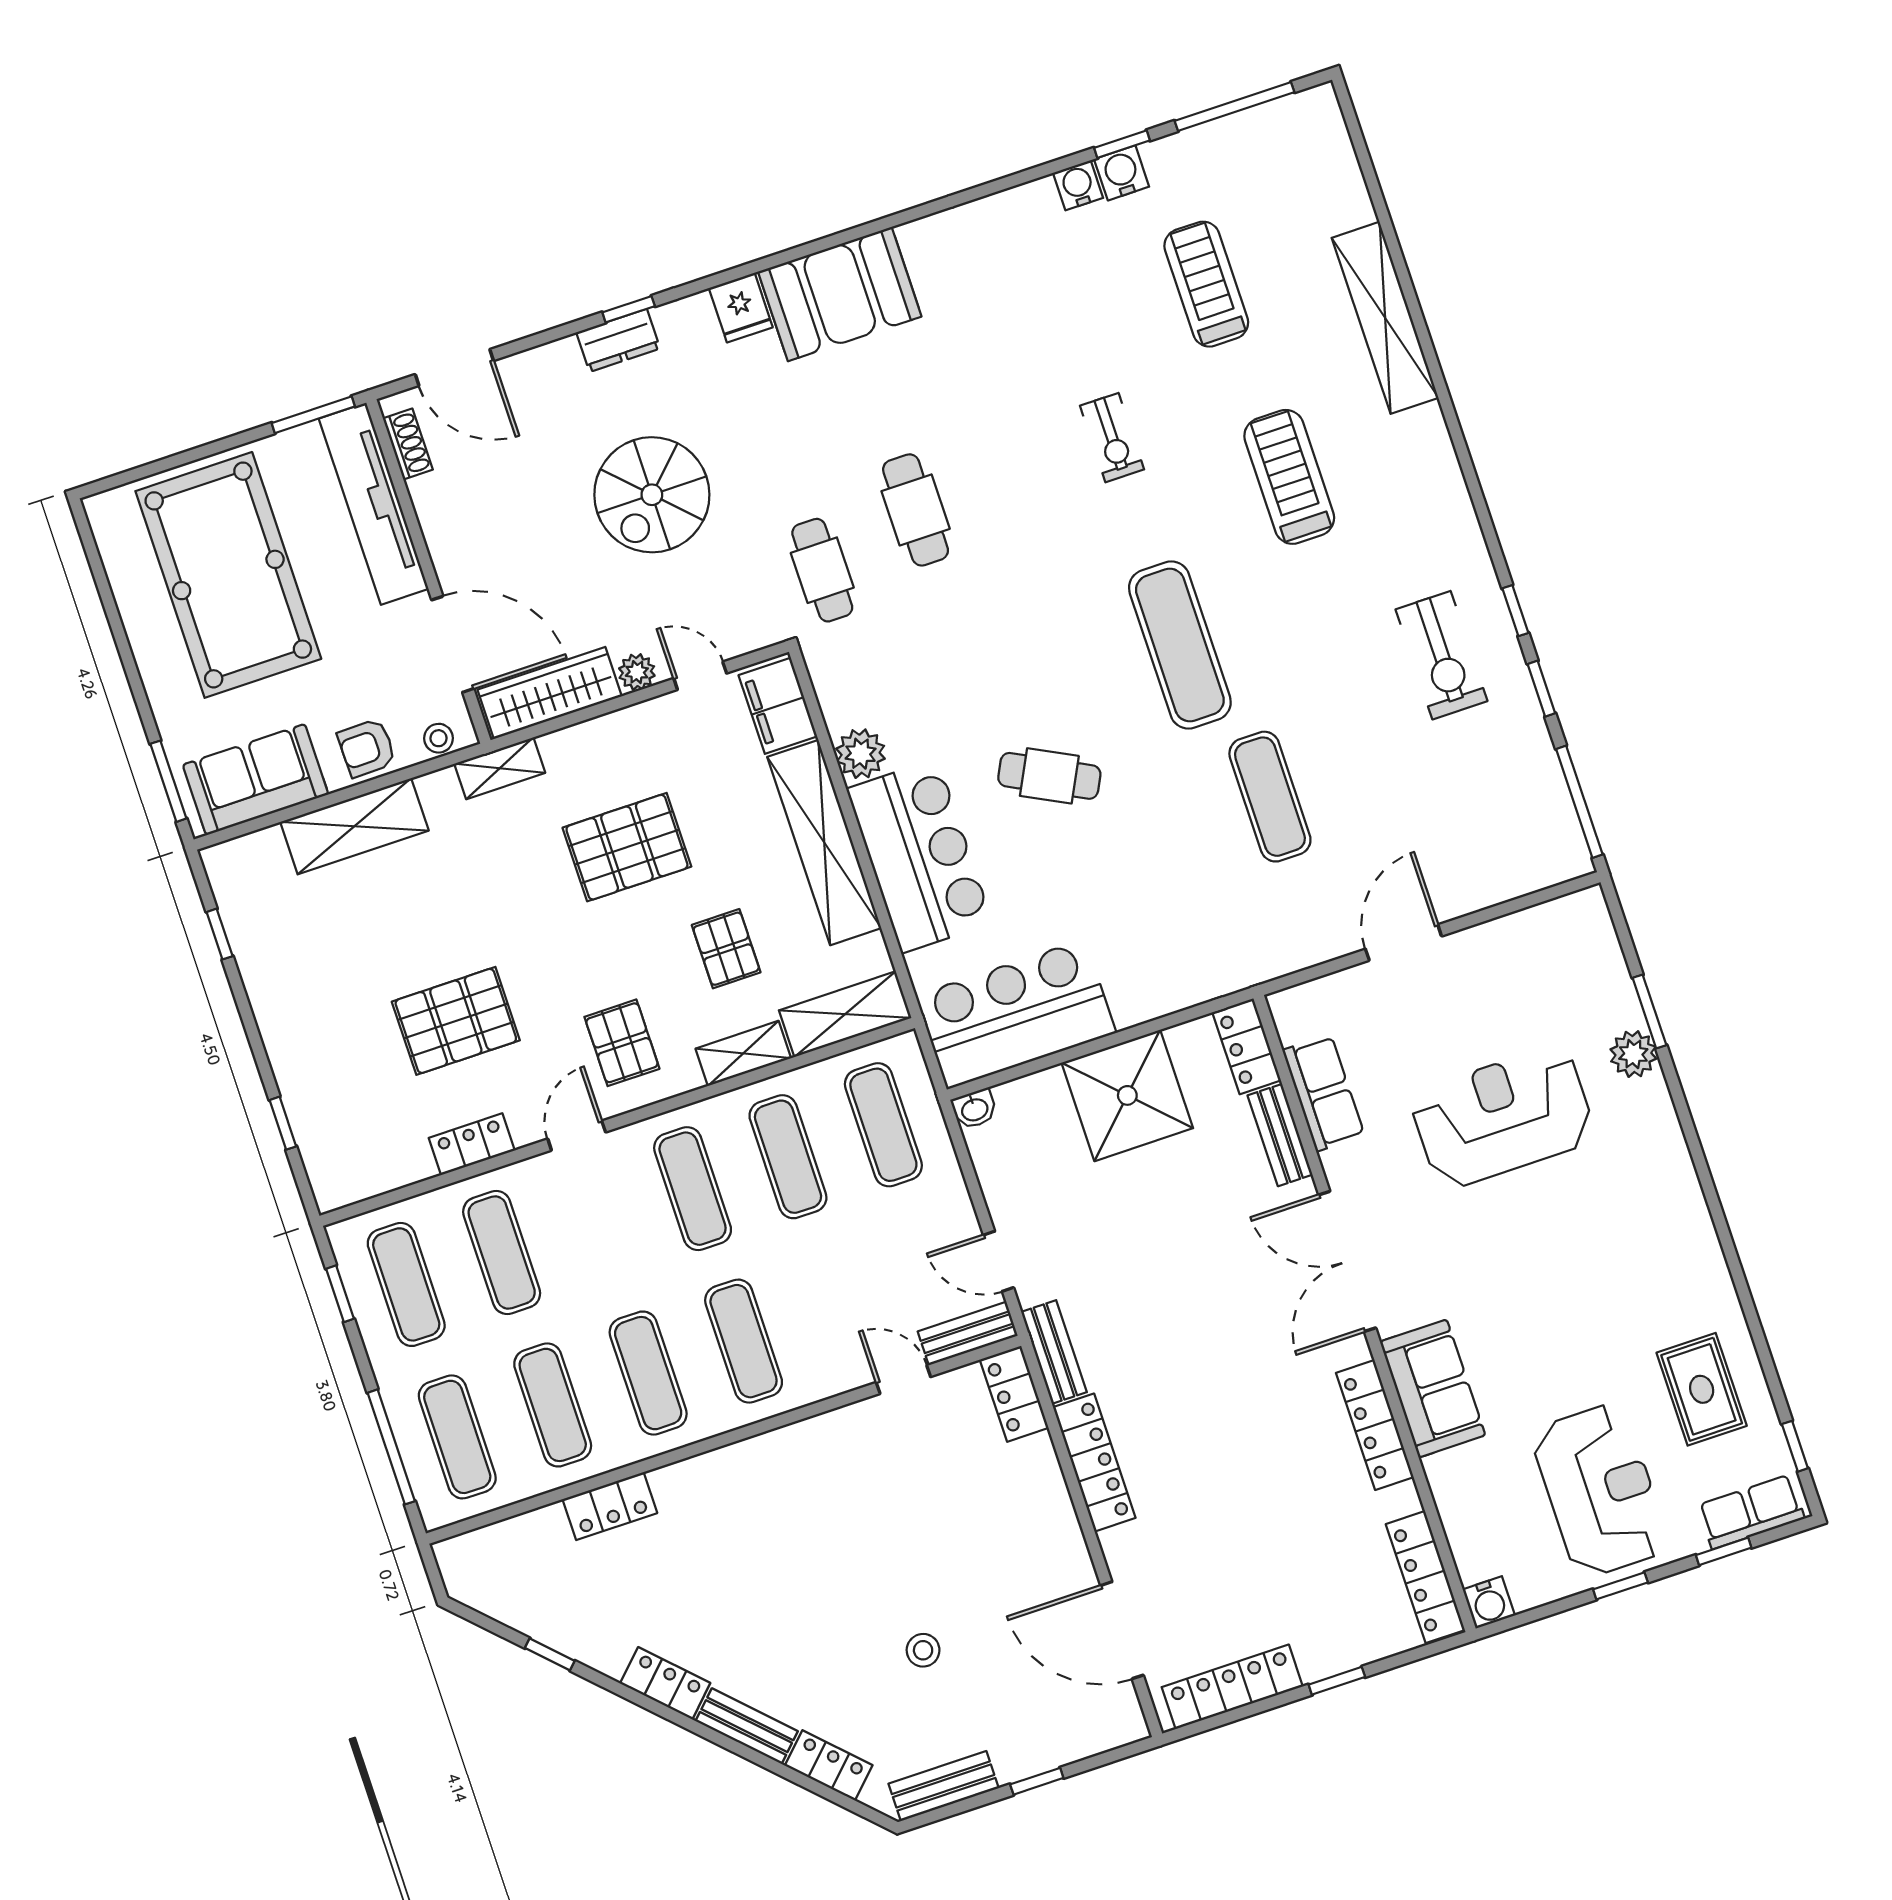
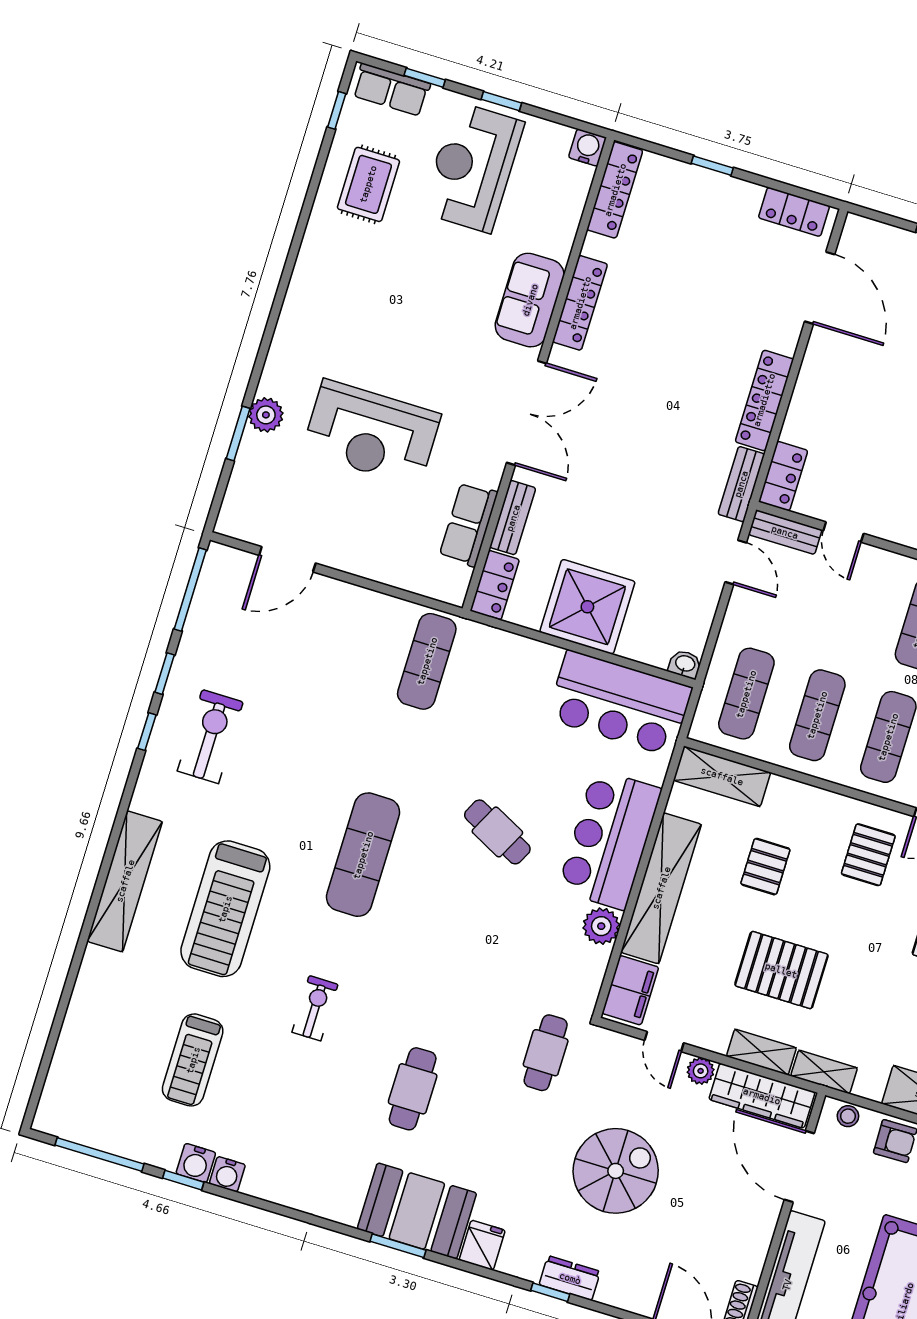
window: (833, 241) -> (398, 1246), added
shelving: (1385, 318) -> (125, 881), moved
treadmill: (1289, 477) -> (225, 909), width x1.37, depth x1.38
cafe table: (916, 510) -> (413, 1089), moved
exercise mat: (1270, 797) -> (427, 661), moved
door: (1404, 943) -> (287, 559), moved
shelving: (743, 1053) -> (761, 1052), moved
locker: (1232, 1687) -> (794, 212), width x0.66

